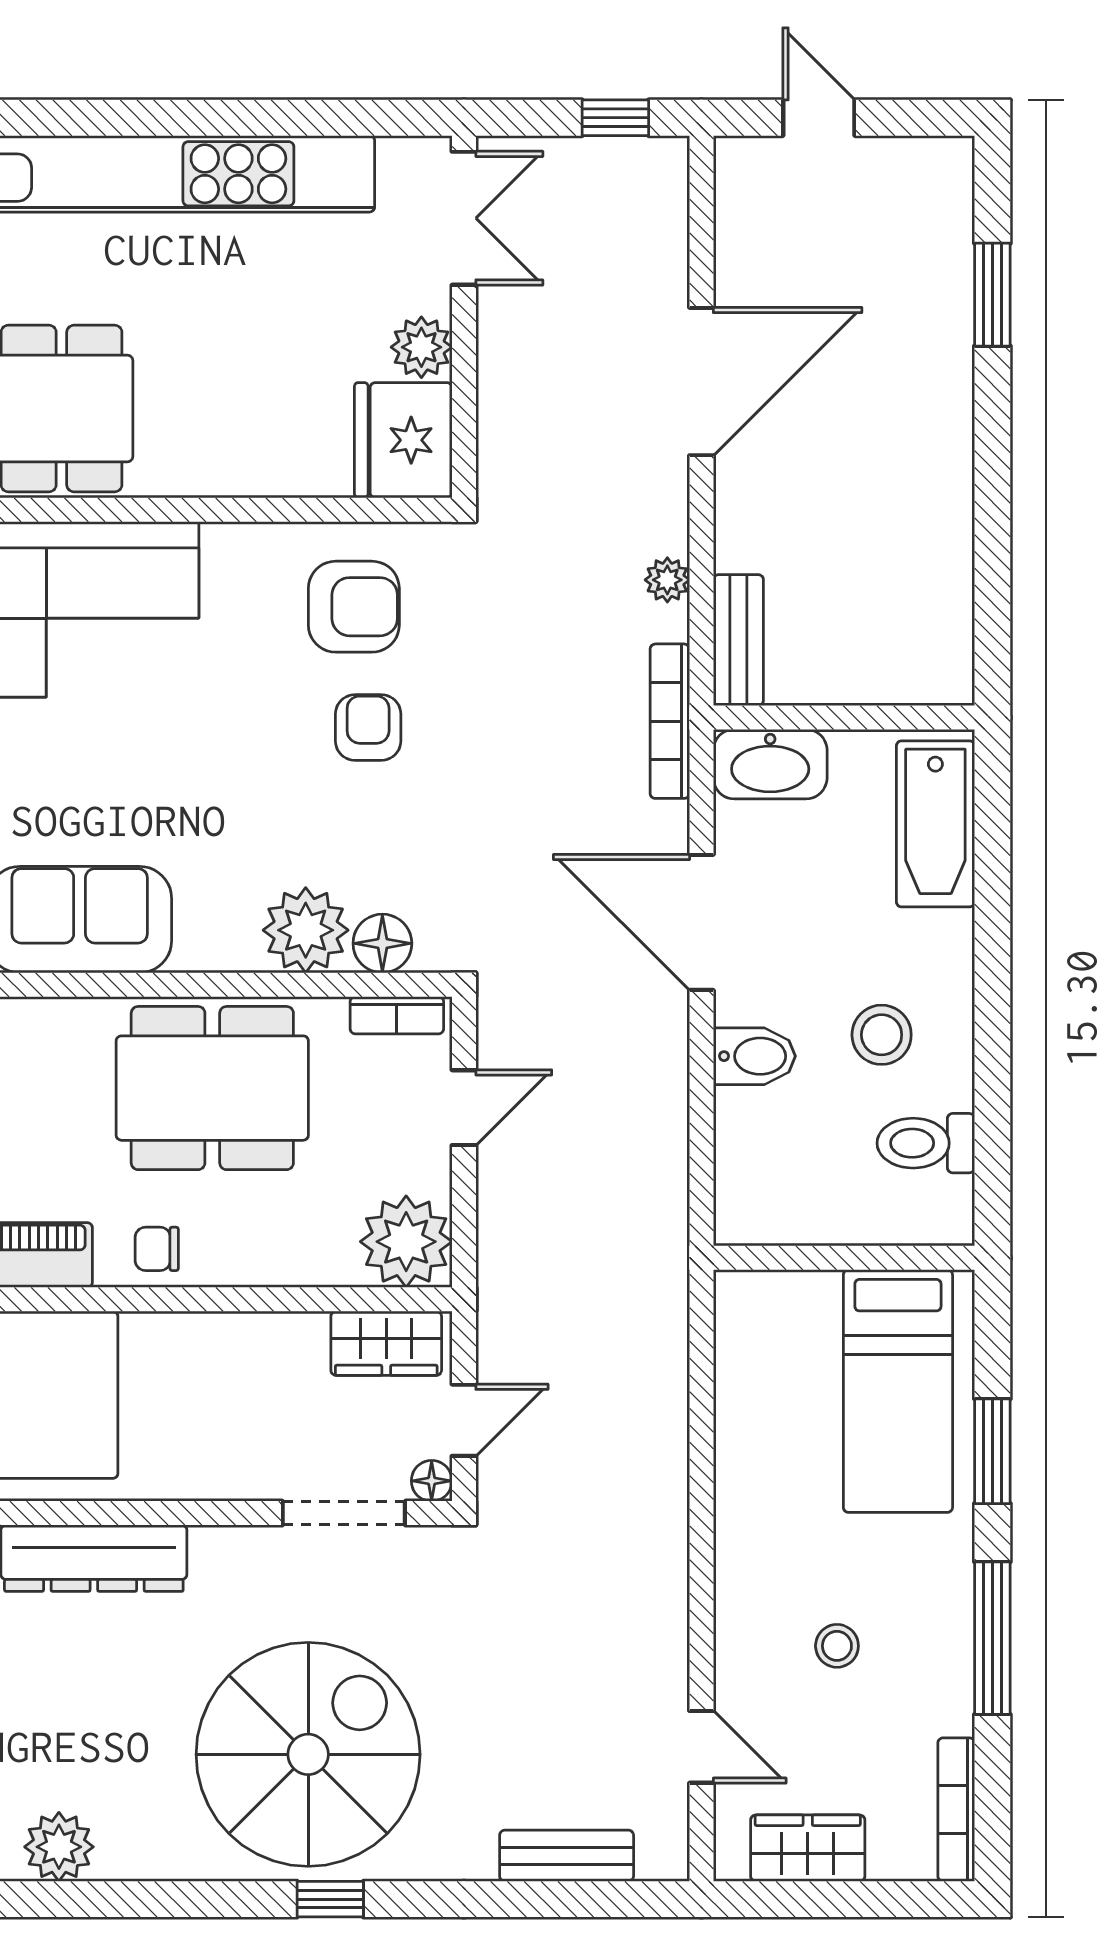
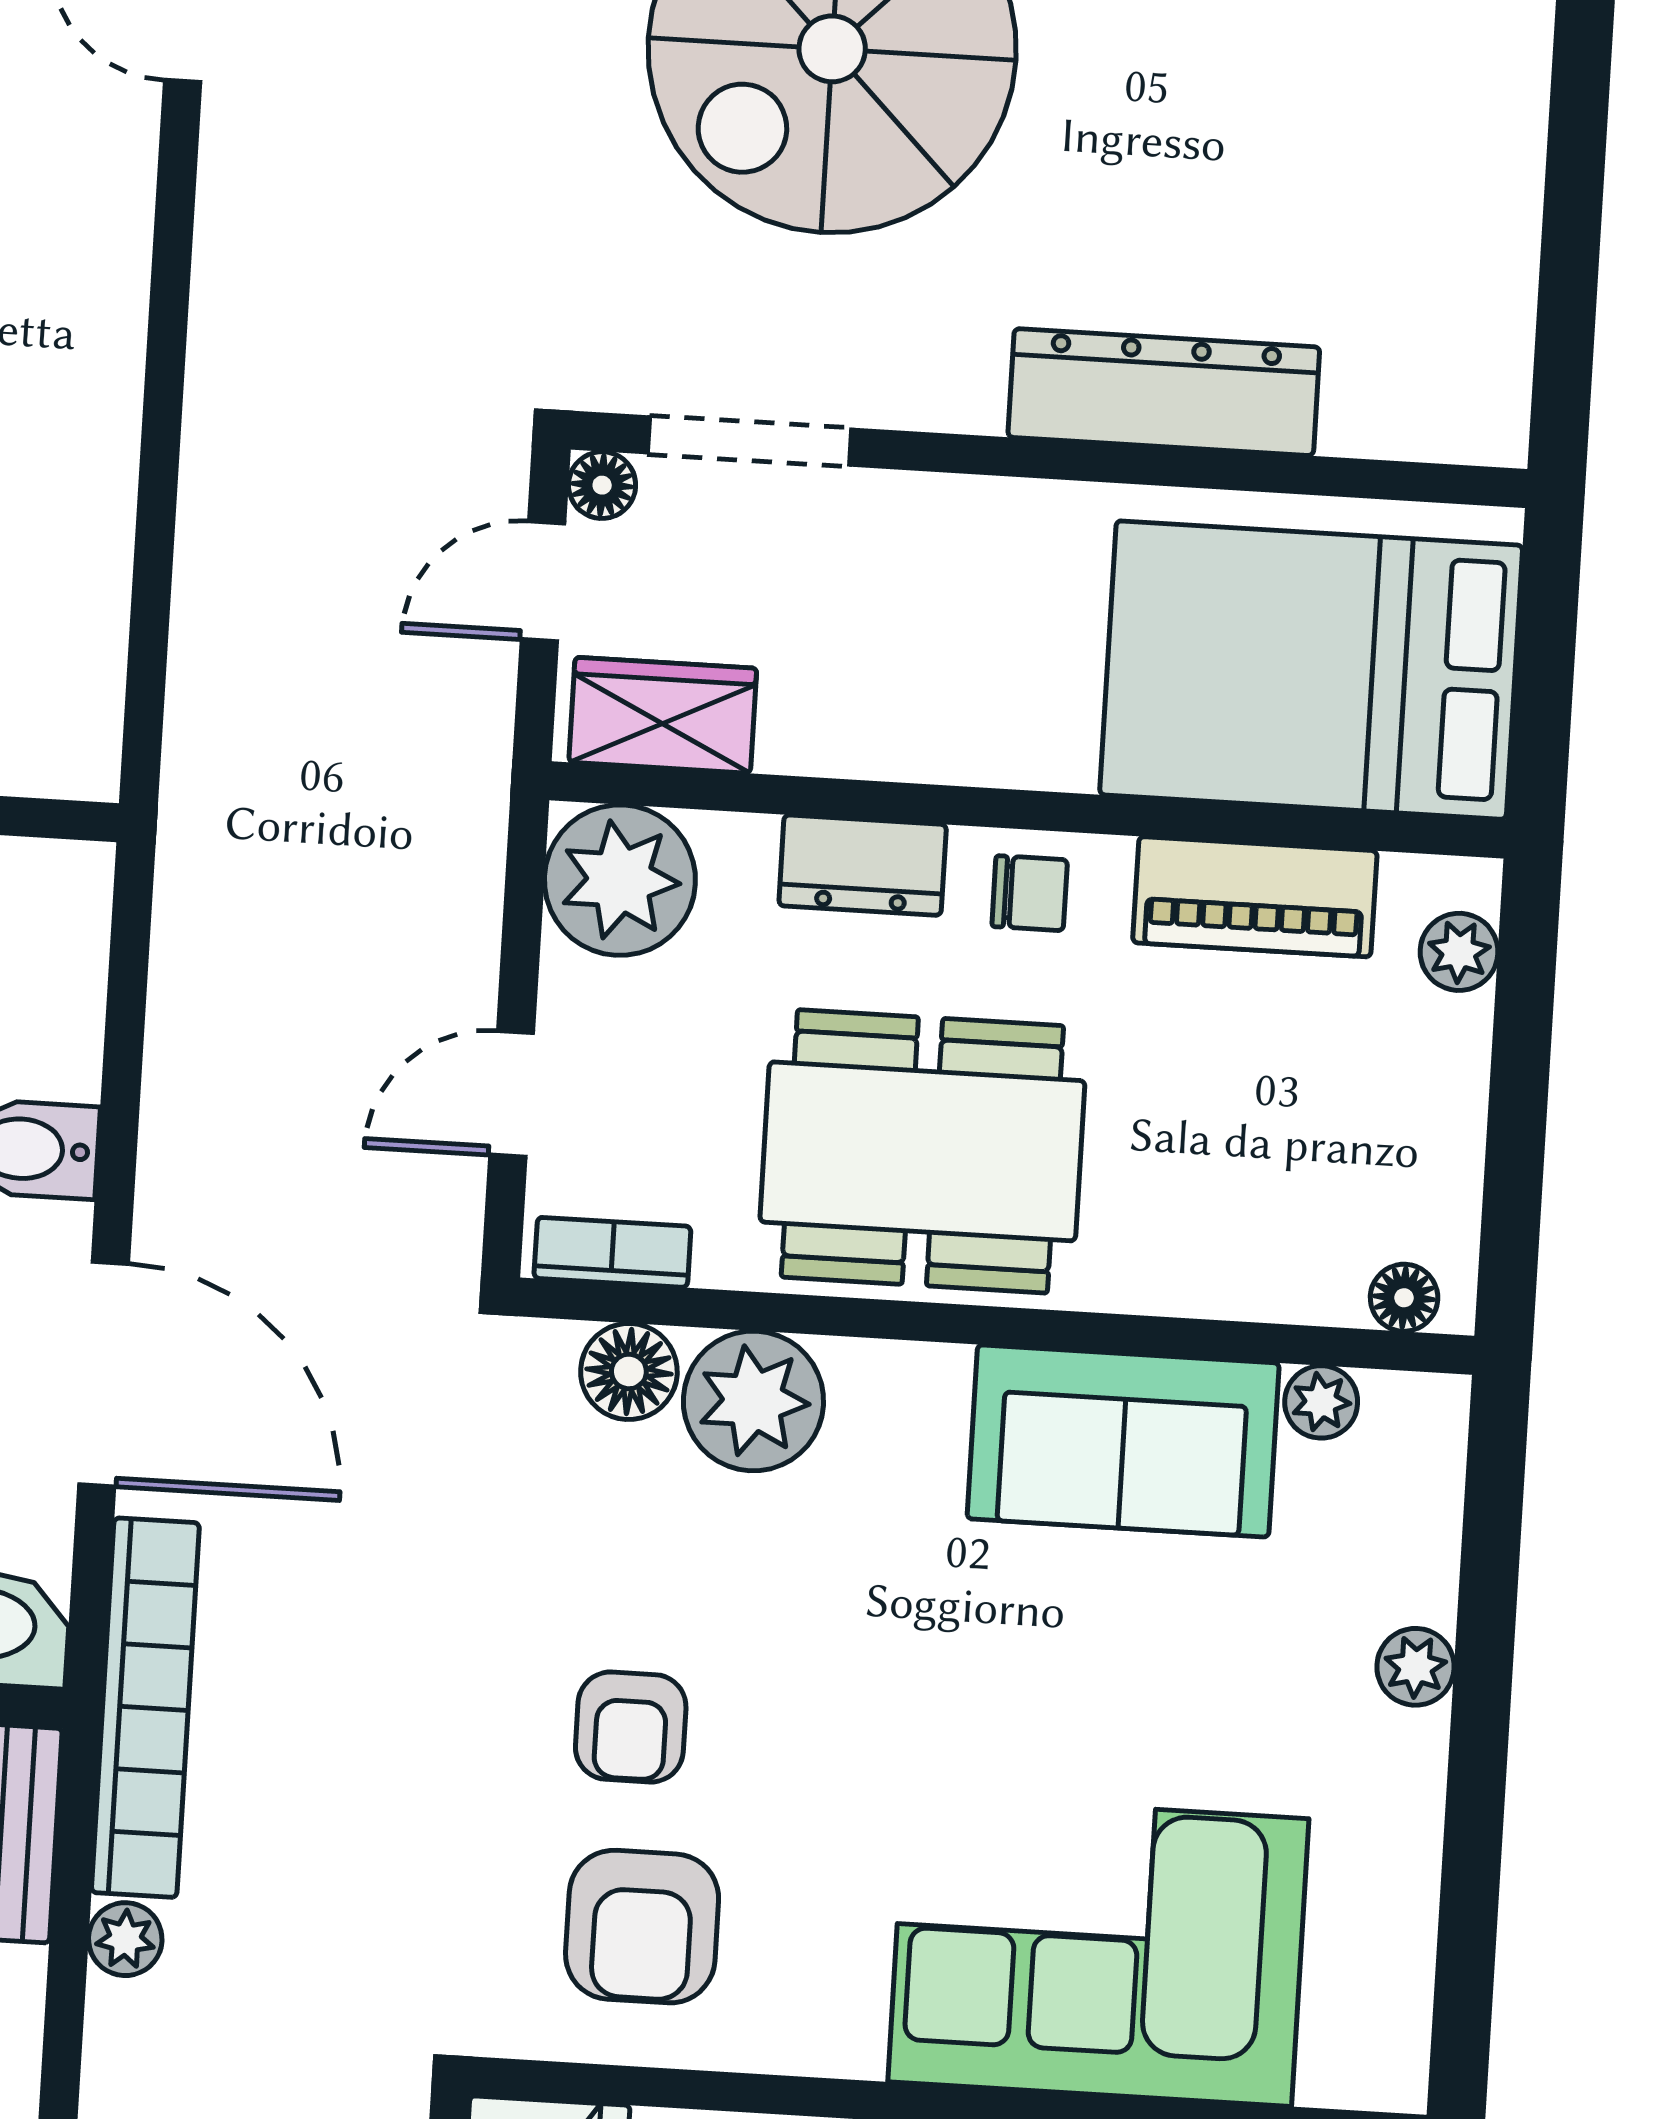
armchair: (354, 607) -> (642, 1927), turned -90
bookcase: (670, 721) -> (145, 1708), width x1.48, depth x1.31
dresser: (259, 1260) -> (863, 865), added

